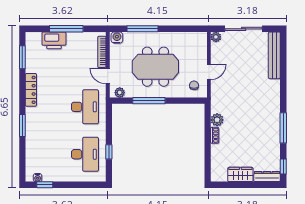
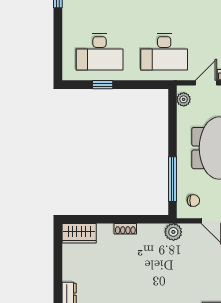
window: (149, 101) -> (172, 179), moved
plant: (217, 120) -> (173, 232), moved
wardrobe: (240, 174) -> (79, 233), moved, turned 90

